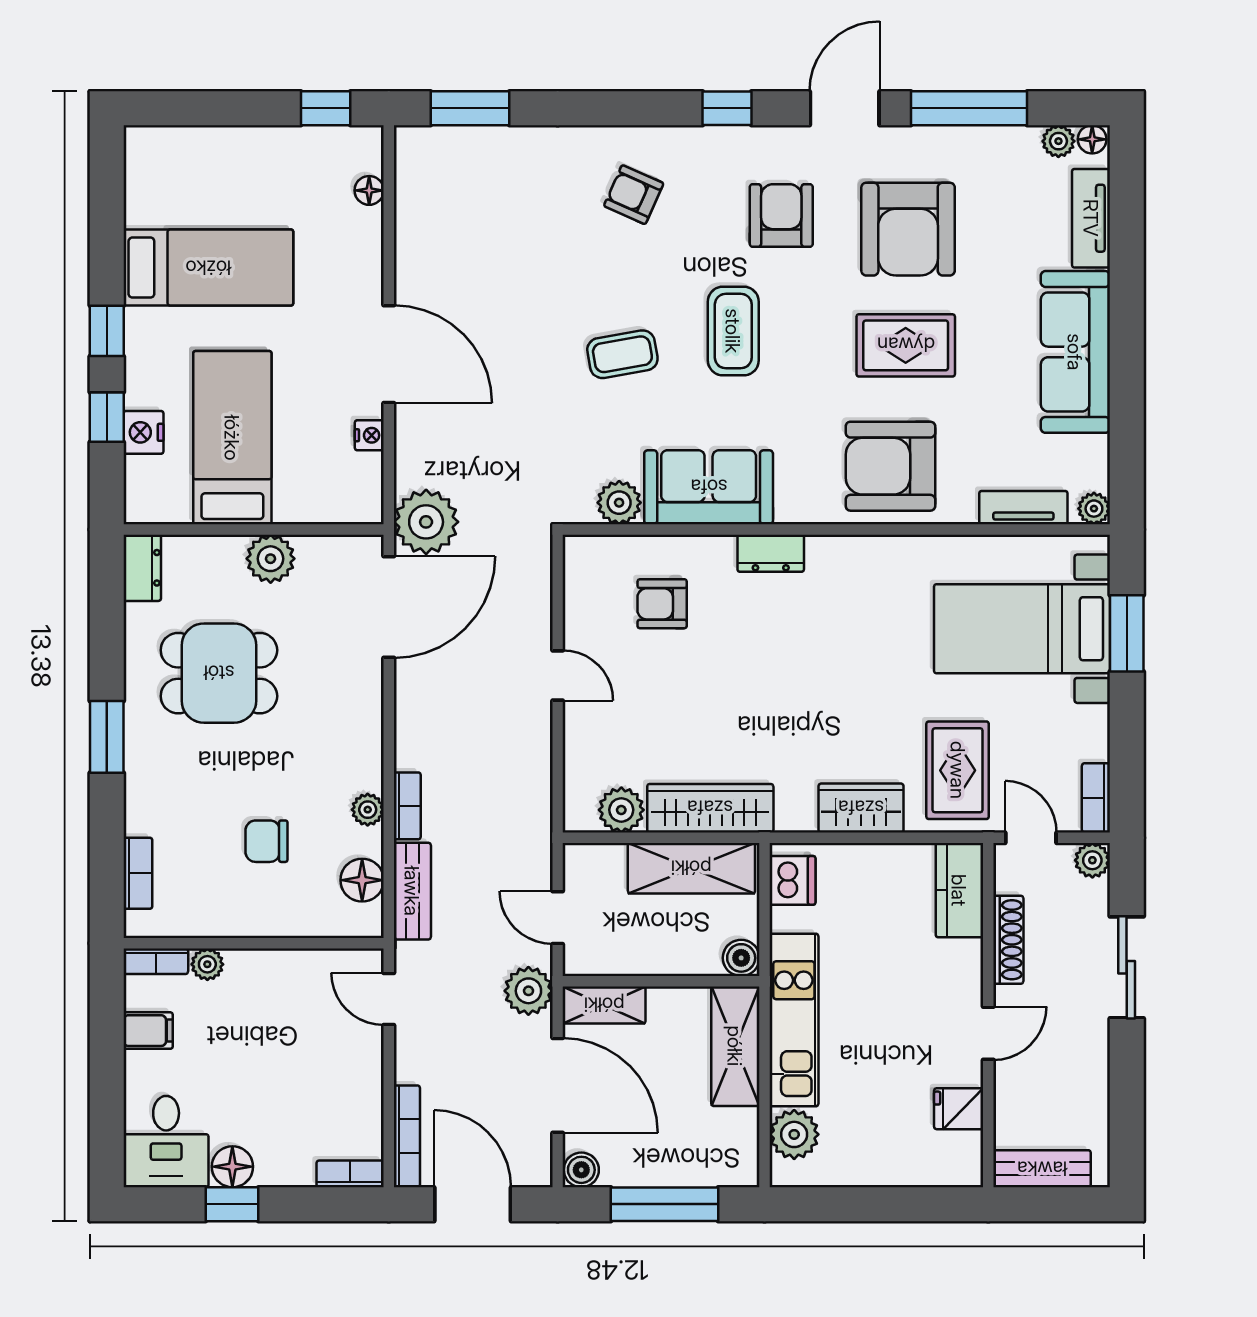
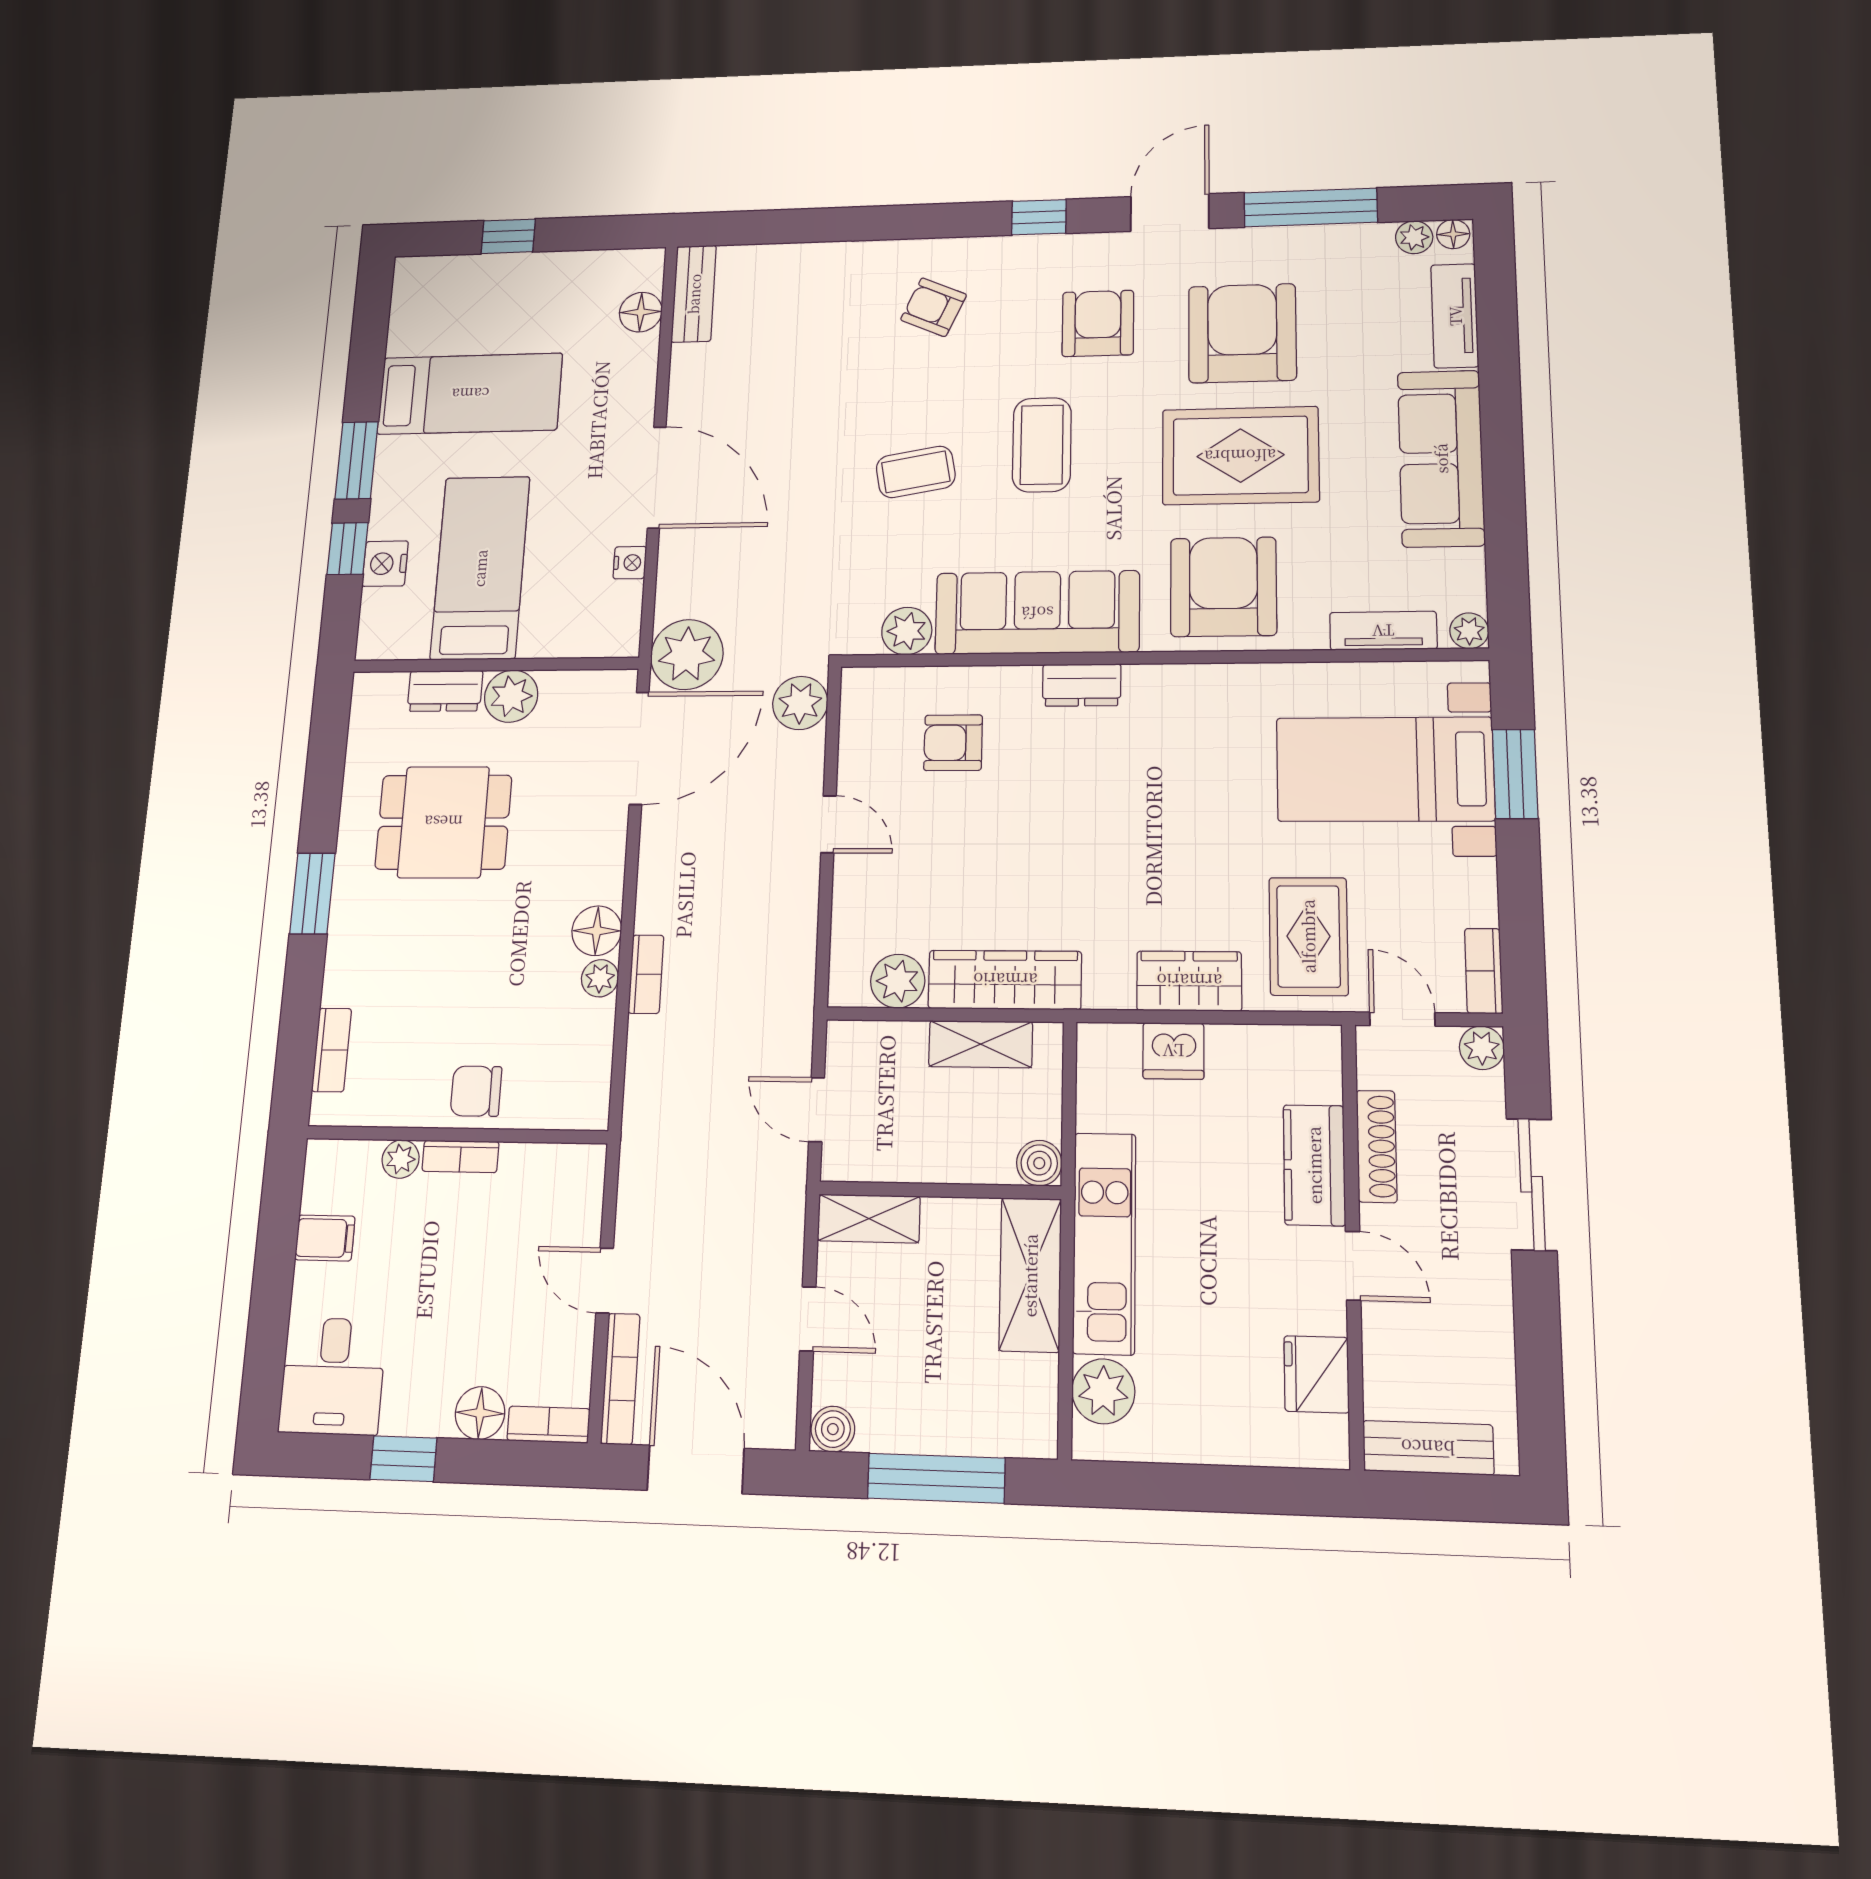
window: (326, 108) -> (508, 236), moved
window: (470, 108) -> (759, 227), removed
floor lamp: (369, 190) -> (641, 312), width x1.37, depth x1.37
armchair: (908, 229) -> (1242, 333), turned 180
window: (107, 331) -> (357, 460), width x1.50
rug: (906, 345) -> (1240, 456), width x1.36, depth x1.43
armchair: (890, 466) -> (1223, 587), turned 90
sofa: (709, 487) -> (1037, 613), width x1.36
dresser: (142, 568) -> (445, 691), moved, turned 90
chair: (266, 841) -> (476, 1091), moved
shelving: (691, 868) -> (981, 1044), width x0.67, depth x0.75
floor lamp: (362, 880) -> (597, 931), moved
dishwasher: (792, 880) -> (1173, 1051), moved, turned 90
kitchen counter: (959, 890) -> (1314, 1165), moved
bench: (412, 891) -> (694, 294), moved
bookcase: (156, 961) -> (460, 1156), moved
plant: (528, 991) -> (800, 703), moved
door: (389, 999) -> (605, 1280), moved
door: (988, 1033) -> (1353, 1266), hinge flipped
door: (558, 1085) -> (808, 1319), width x0.53
fridge: (959, 1109) -> (1316, 1374), width x1.38
floor lamp: (232, 1167) -> (480, 1413), moved

